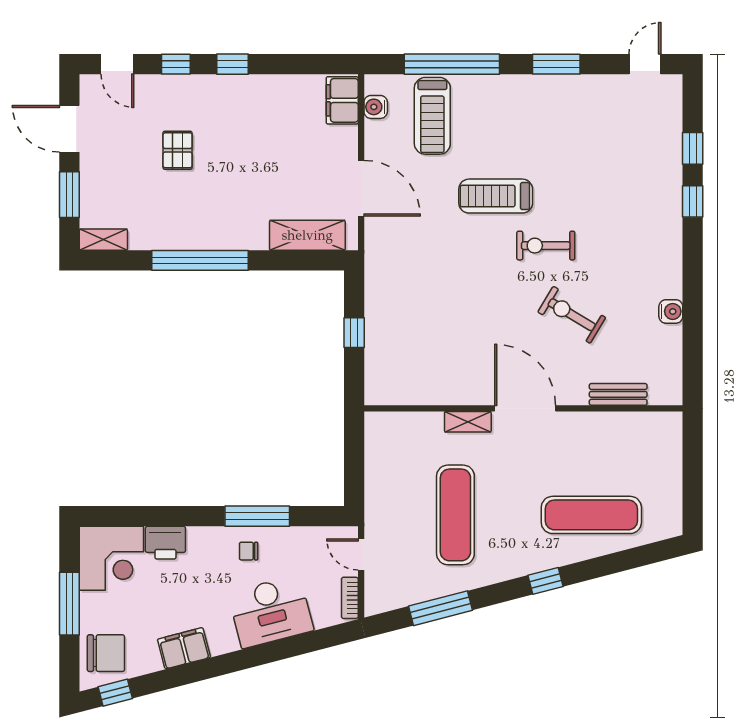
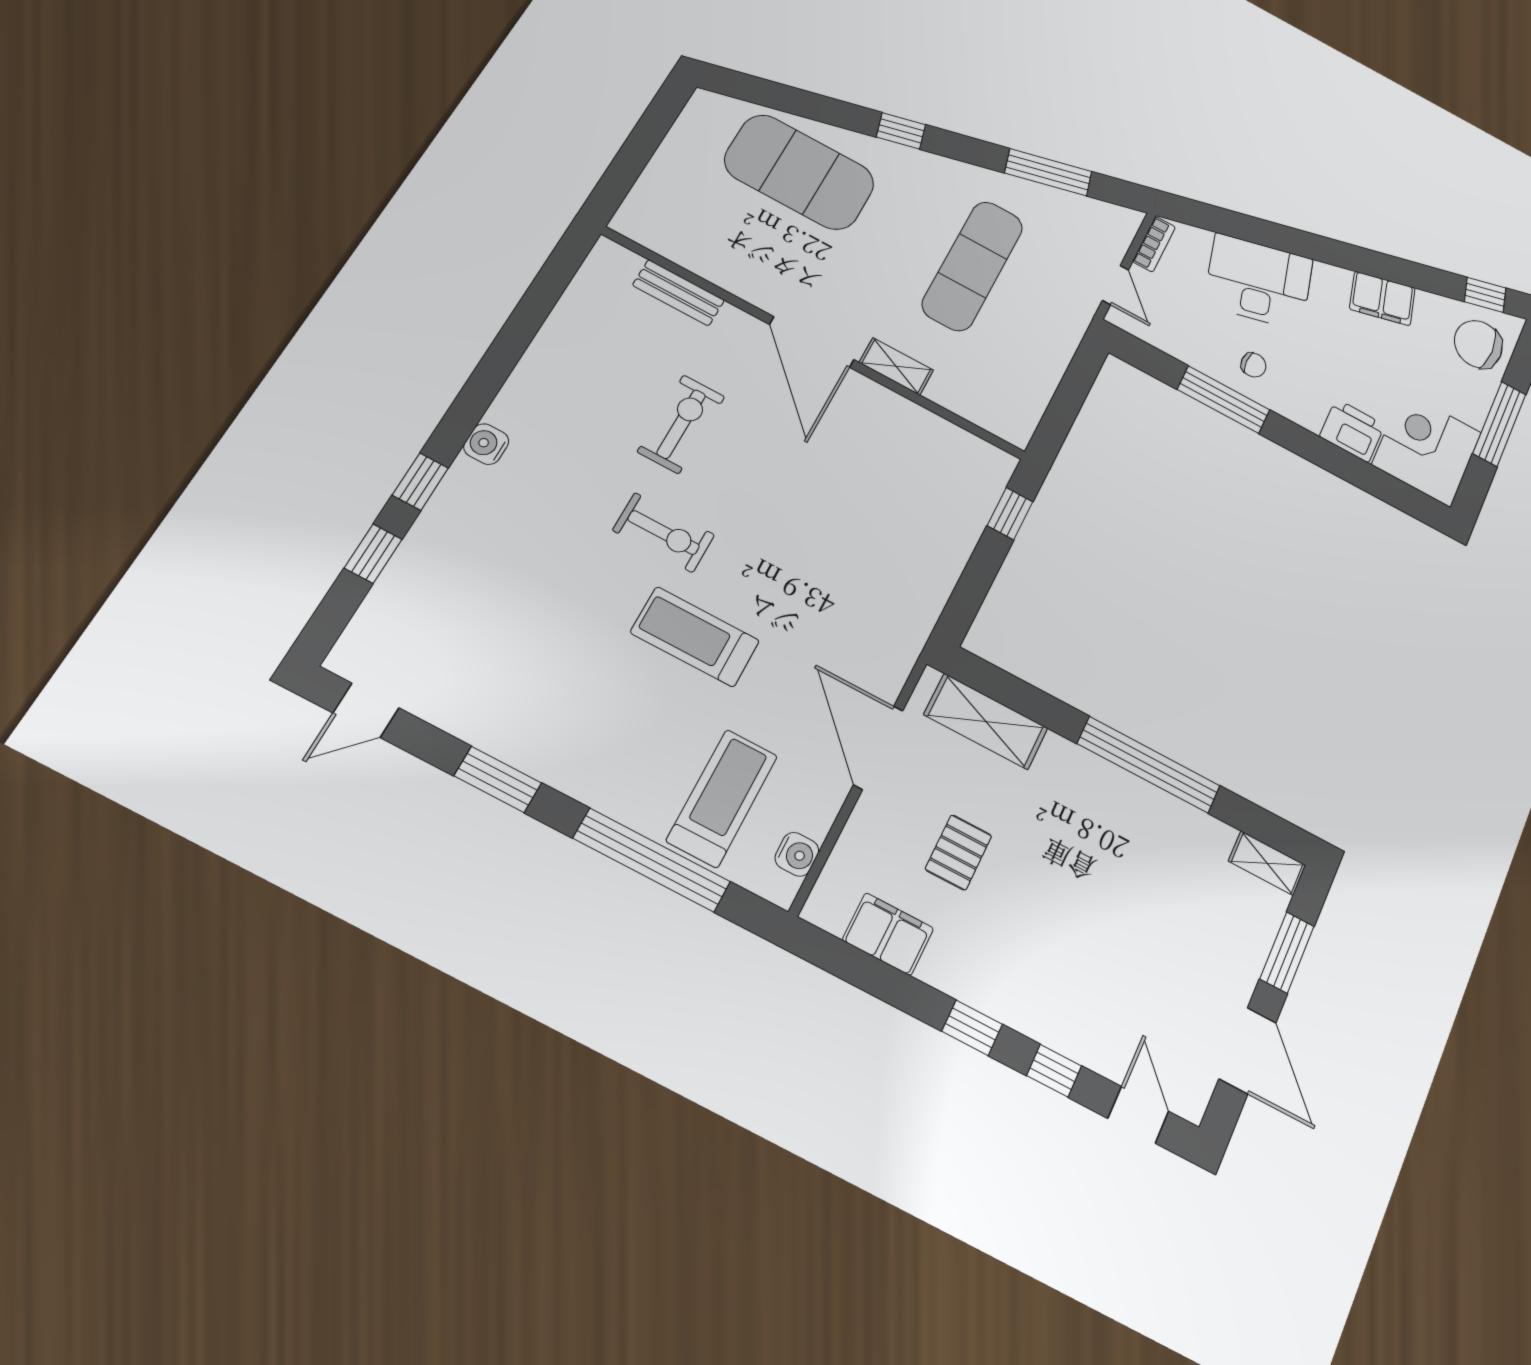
filing cabinet: (342, 100) -> (888, 934), moved, turned -90
pallet: (178, 150) -> (958, 852), moved
treadmill: (496, 196) -> (695, 637), turned 180
water cooler: (671, 311) -> (486, 444), moved
exercise bike: (572, 315) -> (681, 424), turned -121
window: (354, 333) -> (1010, 514), moved
exercise mat: (591, 515) -> (799, 172), width x1.47

